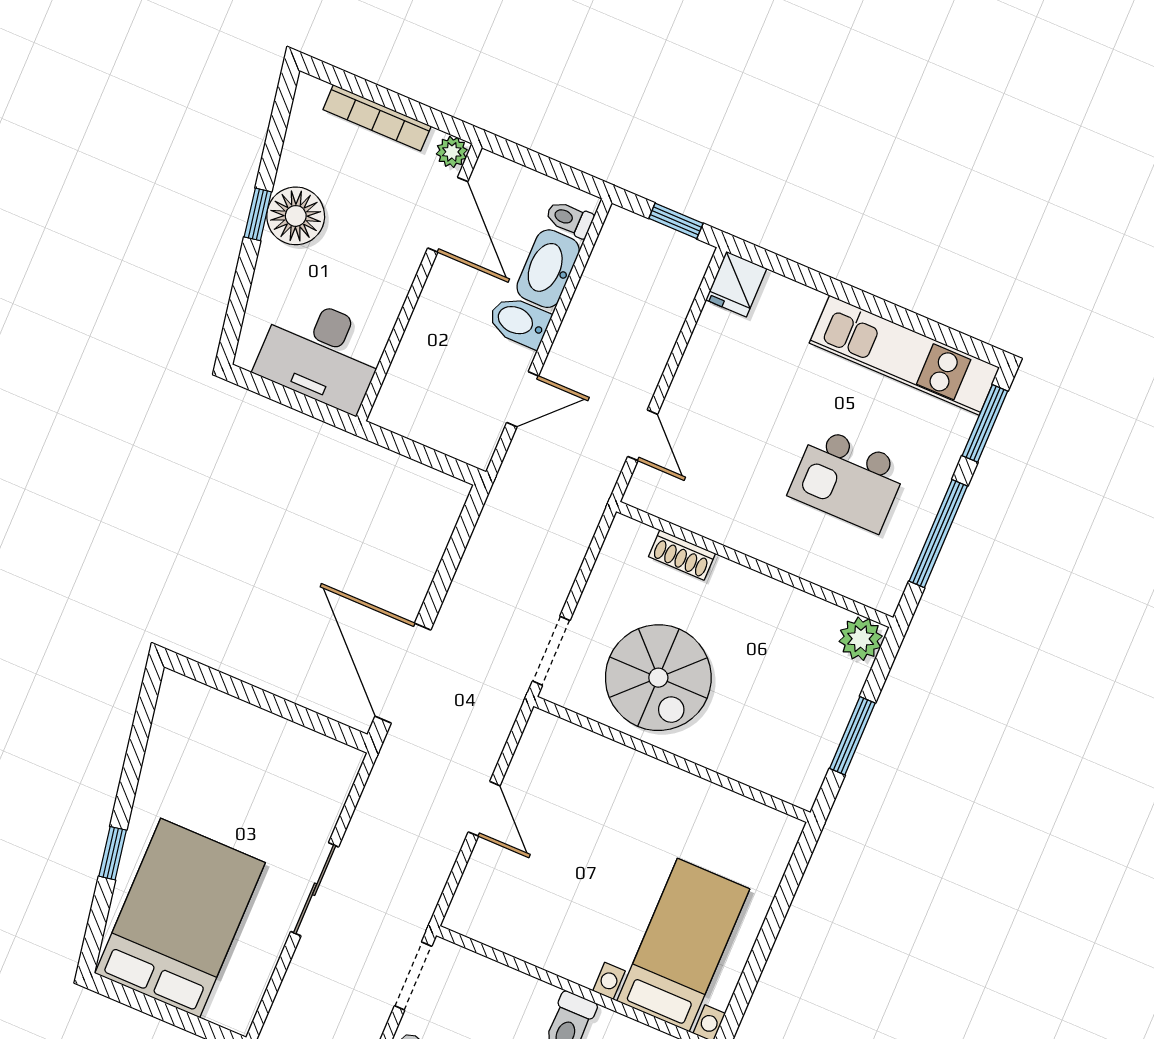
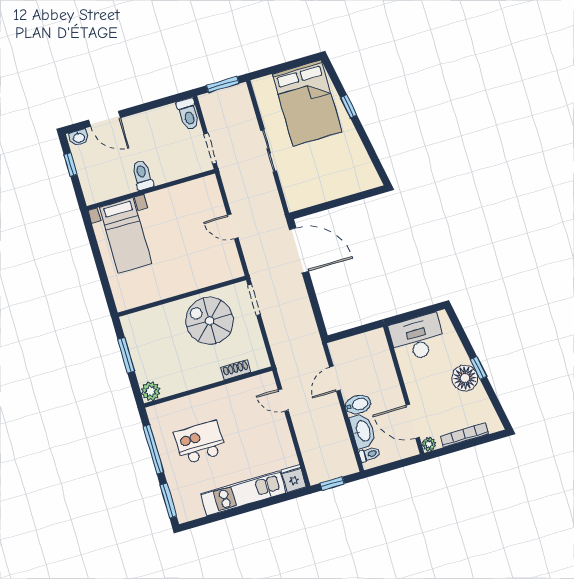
kitchen unit: (904, 355) -> (243, 493), moved

